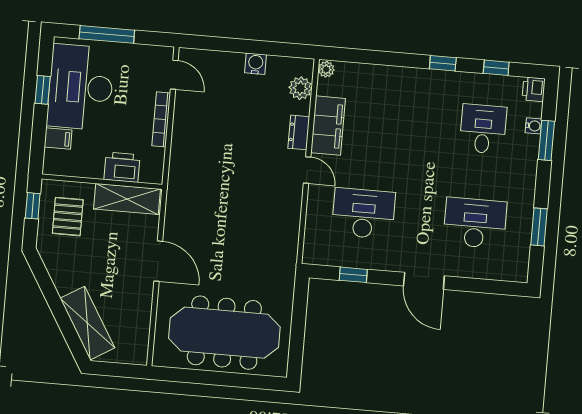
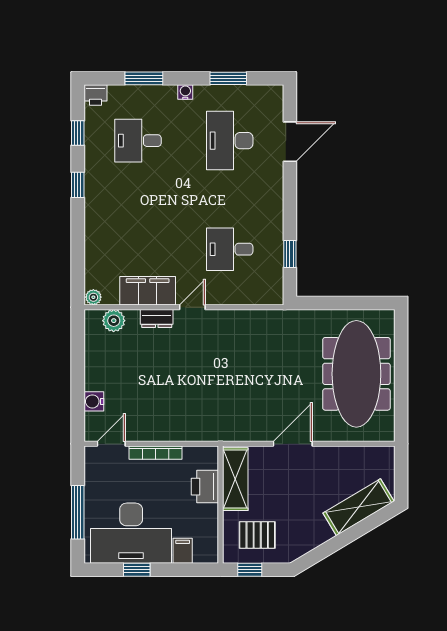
water cooler: (256, 64) -> (94, 401), moved
water cooler: (533, 126) -> (185, 92), moved
desk: (363, 213) -> (230, 249), width x0.73
door: (424, 281) -> (290, 142), moved

